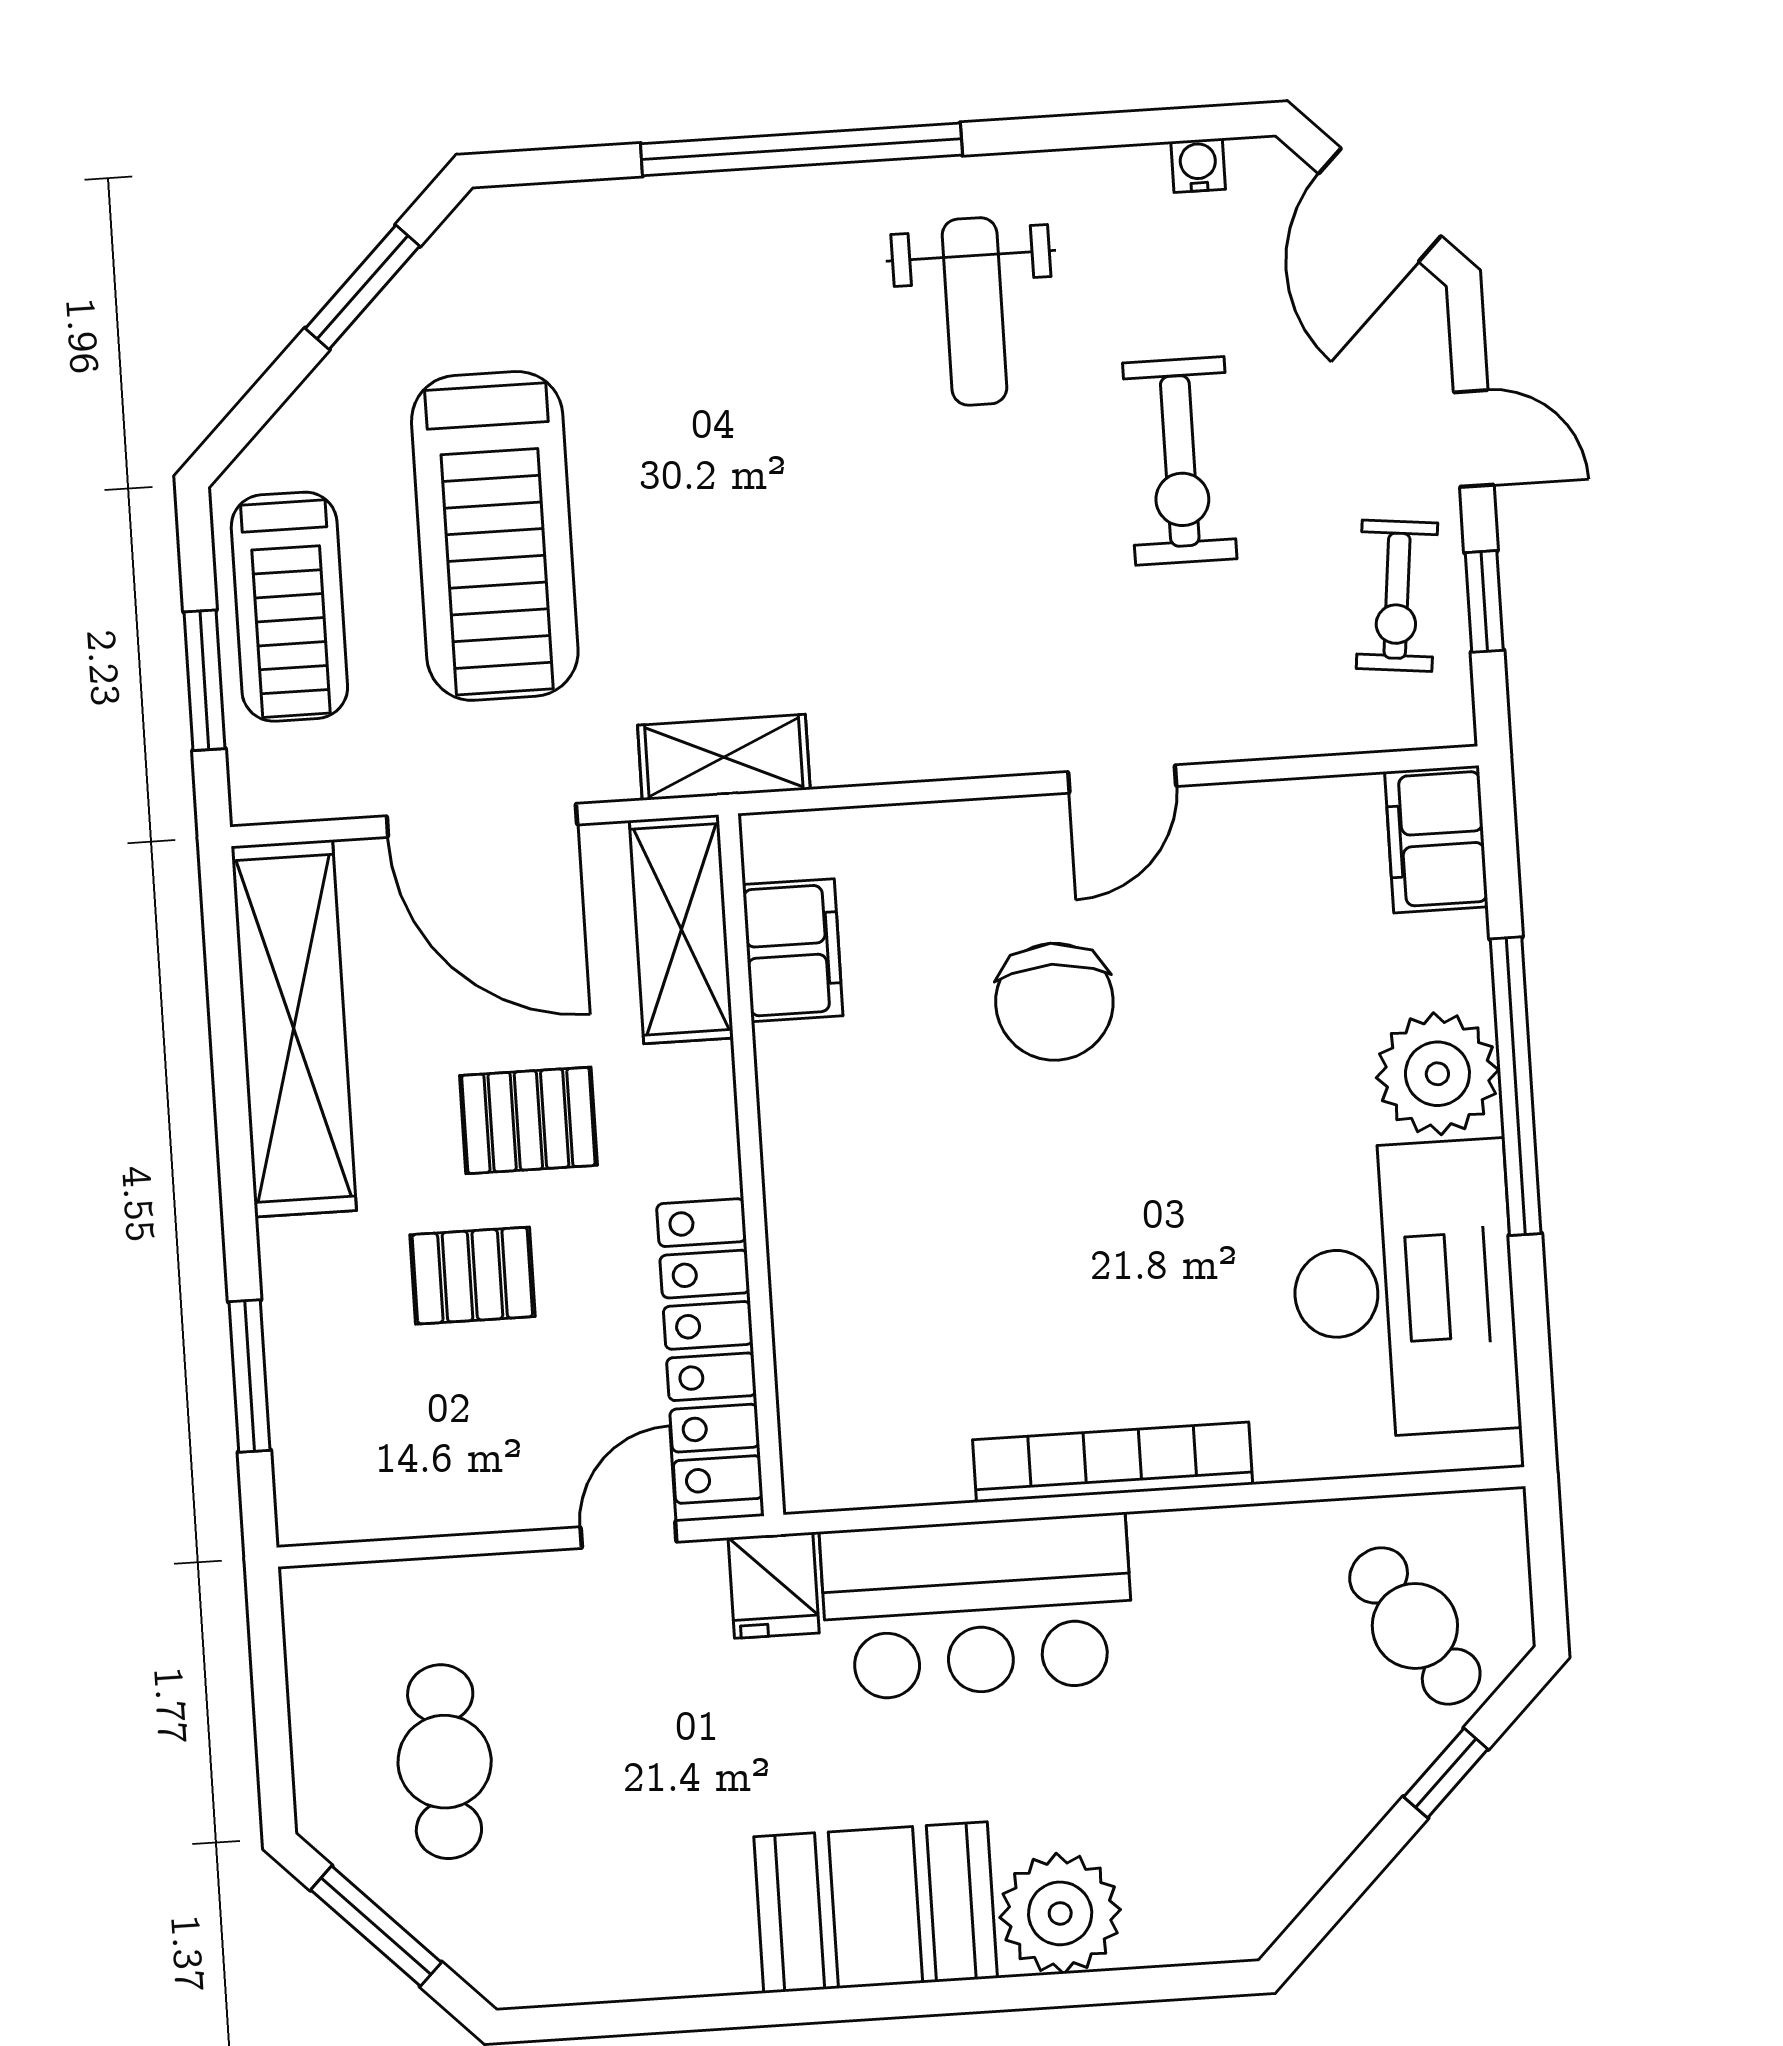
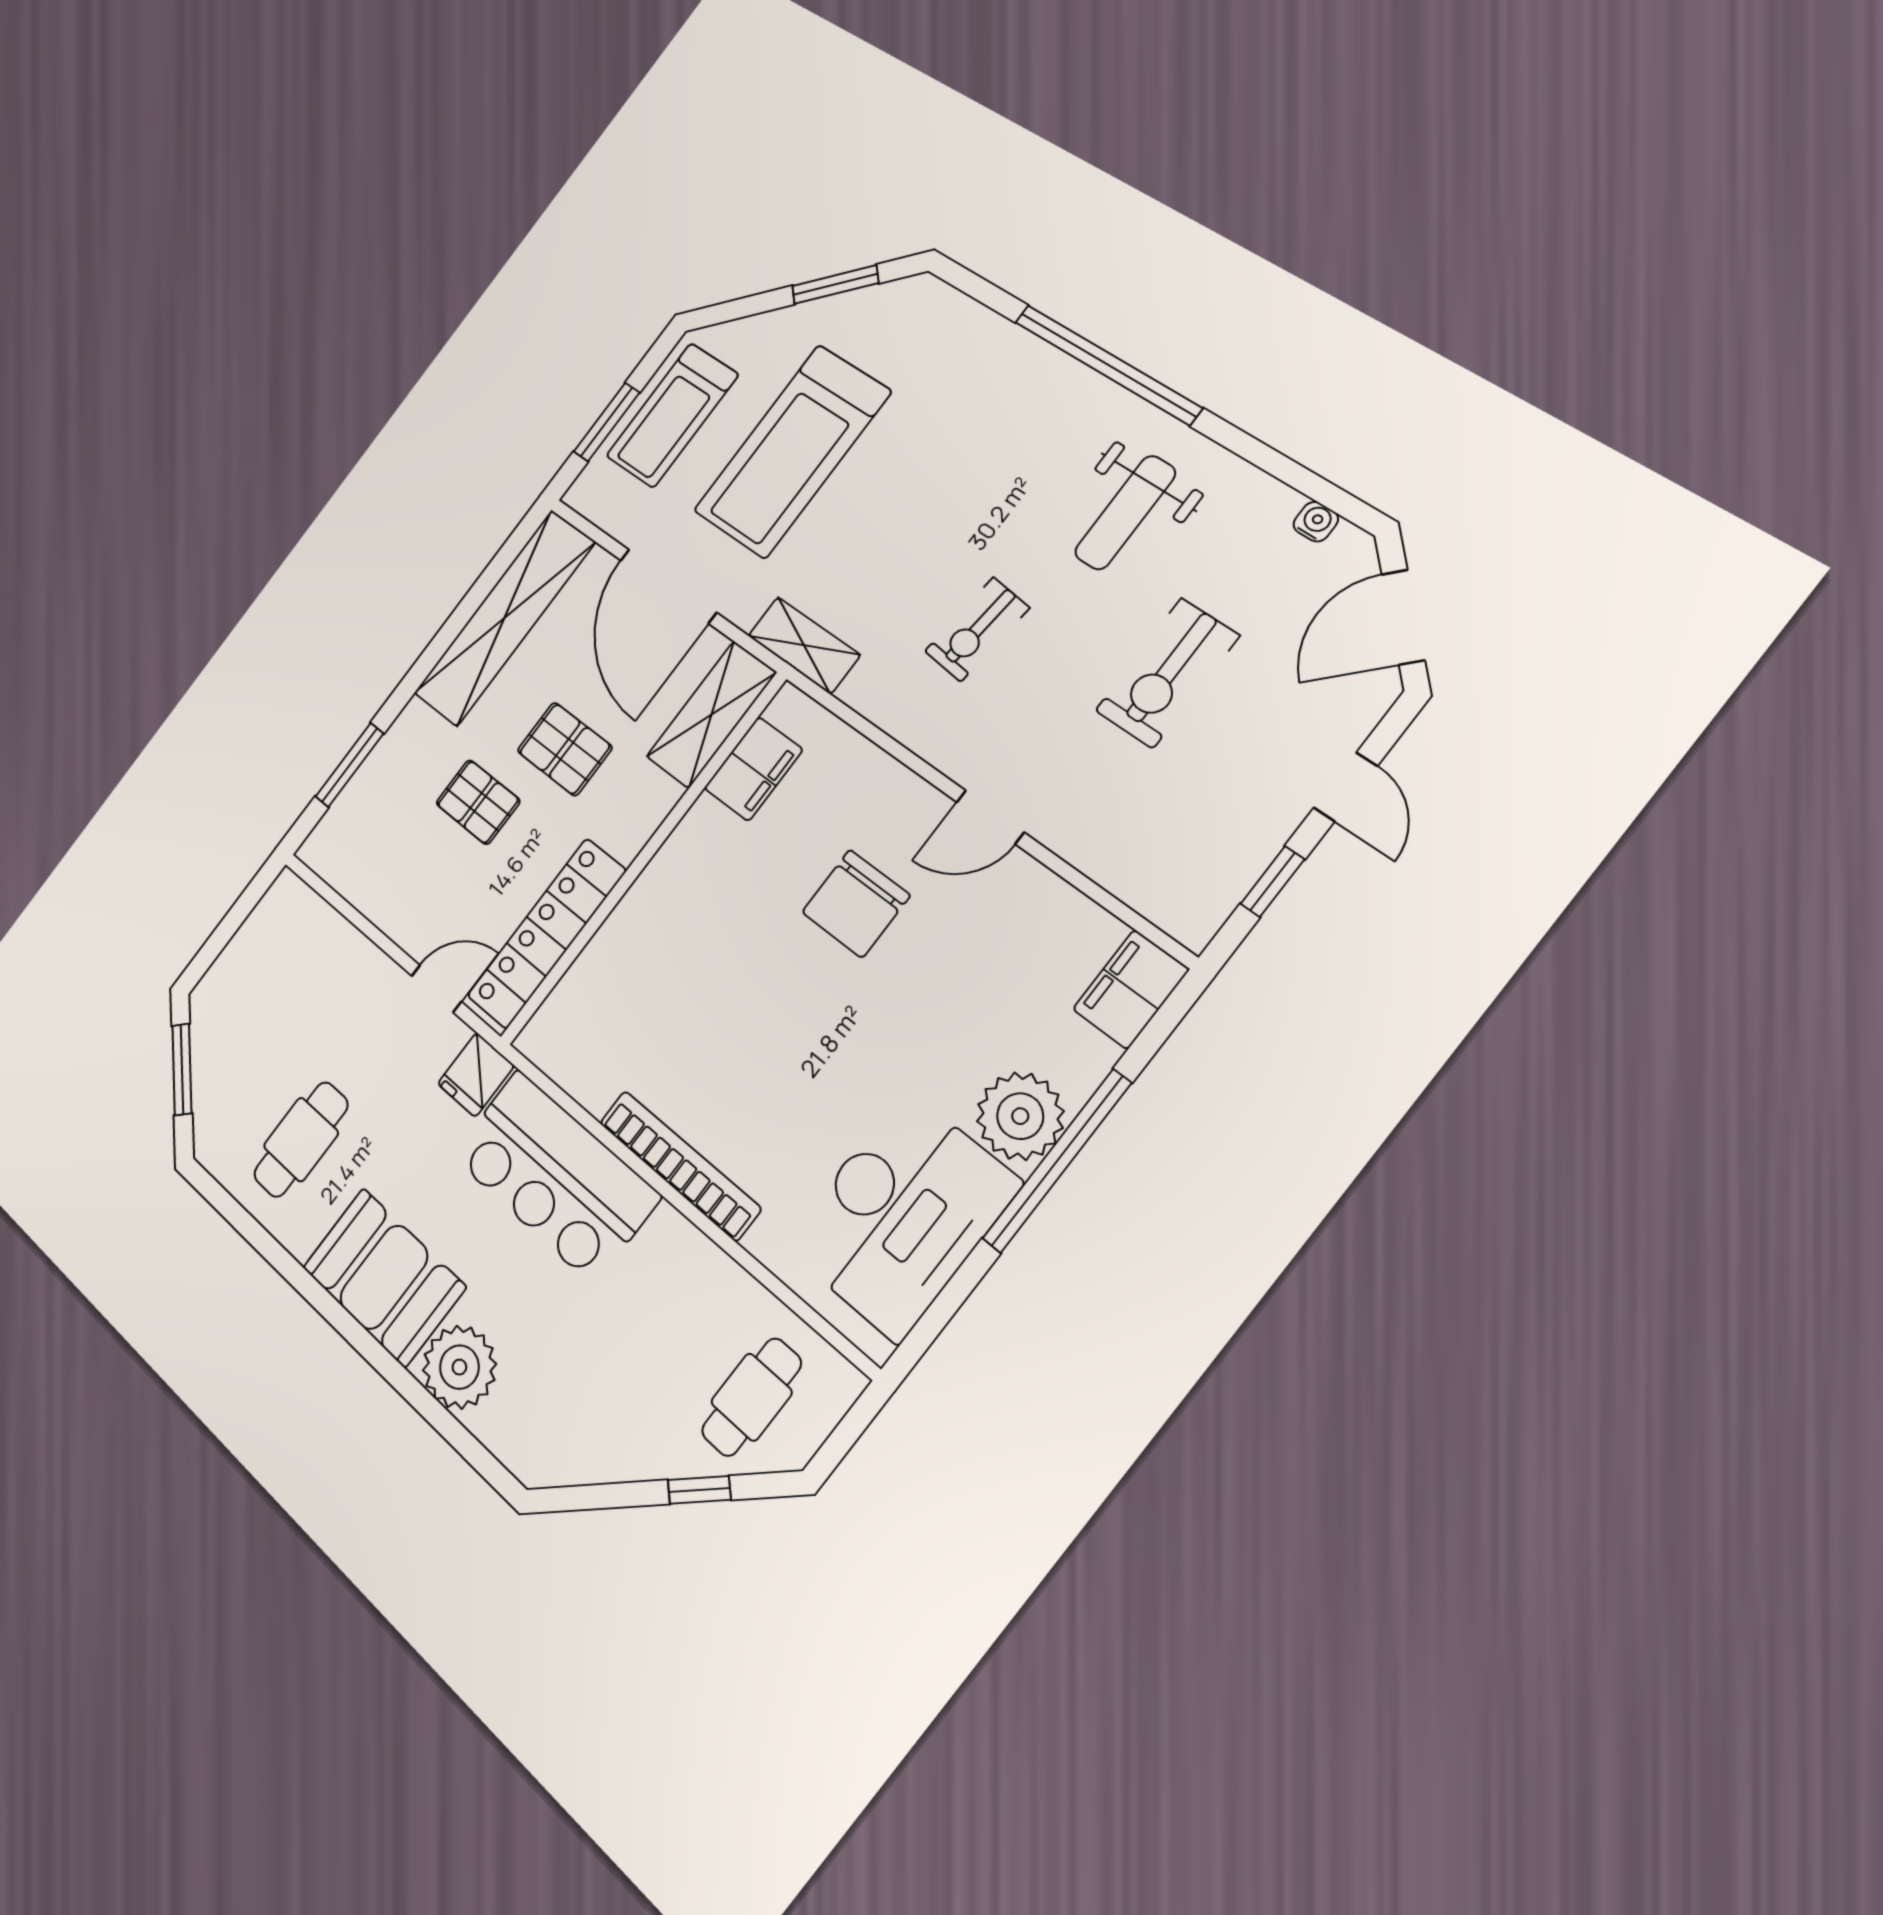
exercise bike: (1397, 596) -> (977, 630), moved
cafe table: (1415, 1626) -> (752, 1397), turned 32
cafe table: (445, 1762) -> (301, 1140), moved

